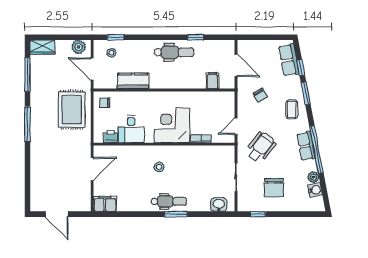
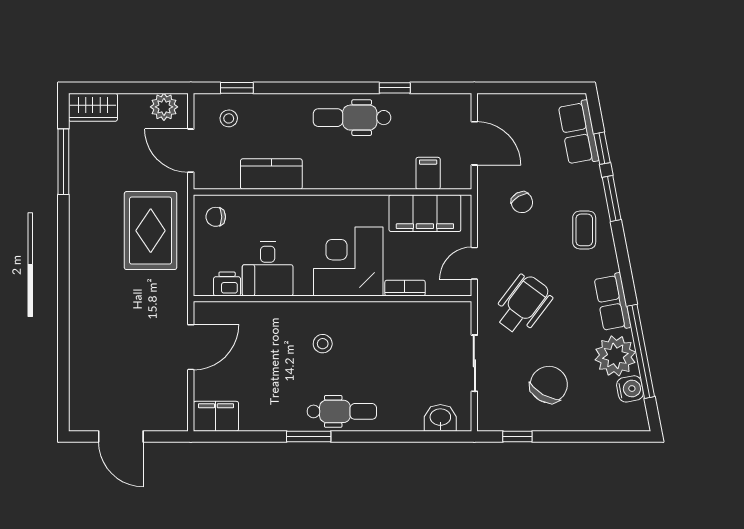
dental chair: (174, 52) -> (352, 118), turned 180
filing cabinet: (211, 101) -> (425, 213), added
window: (27, 124) -> (63, 259), removed
window: (316, 150) -> (641, 351), moved
plant: (313, 177) -> (615, 356), width x1.87, depth x1.87
chair: (274, 188) -> (549, 385), turned -150
window: (176, 214) -> (309, 437), moved

